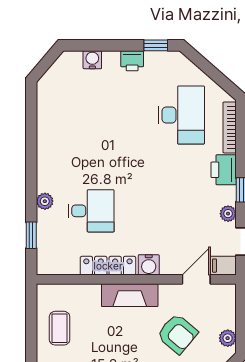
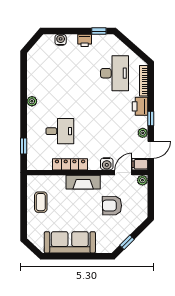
plant: (45, 201) -> (32, 101), moved
water cooler: (149, 265) -> (107, 164), moved
armchair: (177, 334) -> (112, 206), turned 139
plant: (228, 338) -> (142, 180), moved

